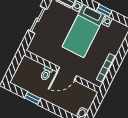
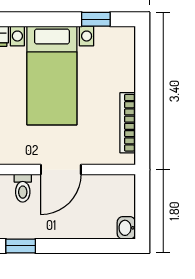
window: (104, 10) -> (96, 19), moved

